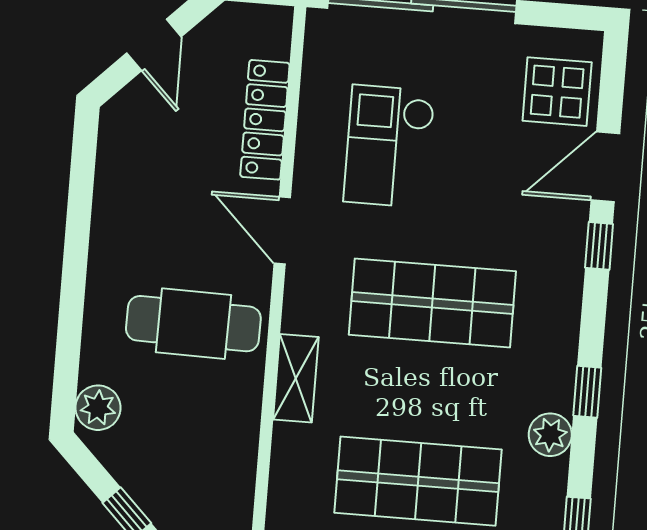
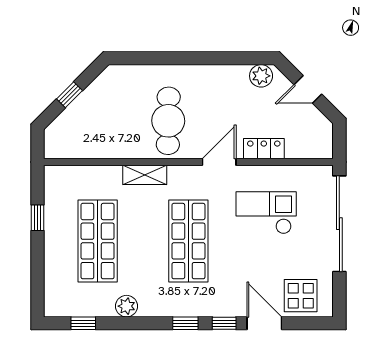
locker: (265, 120) -> (264, 149), width x0.66
window: (587, 392) -> (185, 323), moved
plant: (98, 408) -> (261, 76), moved

